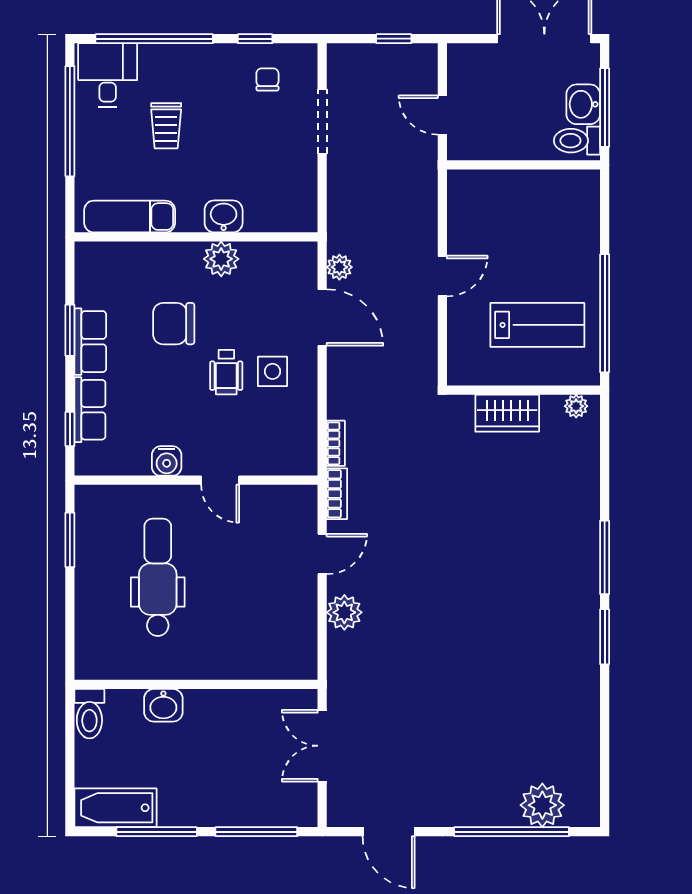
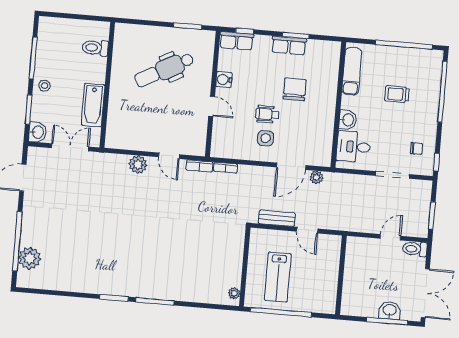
window: (255, 39) -> (436, 162), moved
window: (394, 39) -> (432, 216), width x1.50
desk: (108, 75) -> (354, 147), moved, turned 180
toilet: (577, 141) -> (415, 249), moved, turned -90
wall: (523, 165) -> (341, 275), moved
plant: (221, 259) -> (326, 117), removed
bench: (425, 336) -> (277, 218), added
row of seats: (90, 410) -> (237, 41), moved
wardrobe: (507, 413) -> (234, 257), removed
door: (220, 480) -> (212, 106), swing flipped
dental chair: (158, 577) -> (164, 70), turned 152
washbasin: (163, 705) -> (38, 132), moved, turned 180
toilet: (89, 714) -> (95, 48), moved
stool: (208, 805) -> (44, 86), added
bathtub: (116, 808) -> (93, 105), moved, turned 180
window: (256, 832) -> (29, 109), width x0.69

